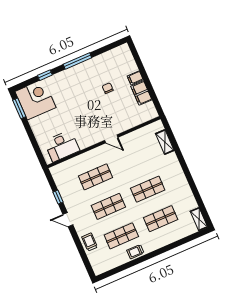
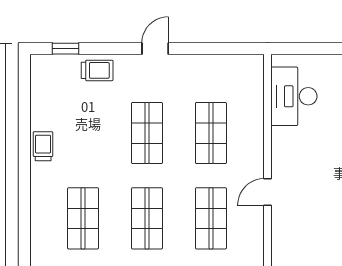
window: (58, 197) -> (66, 49), moved
shop shelf: (121, 236) -> (211, 218), moved

